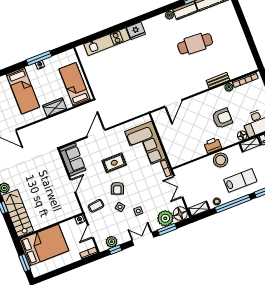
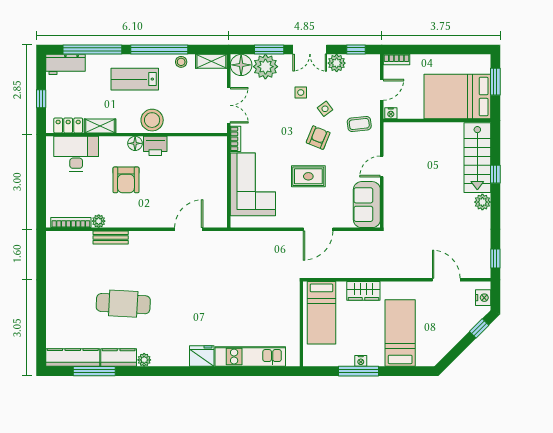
armchair: (222, 118) -> (126, 180), turned -90
floor lamp: (242, 136) -> (135, 143), moved
plant: (112, 242) -> (337, 63), moved

